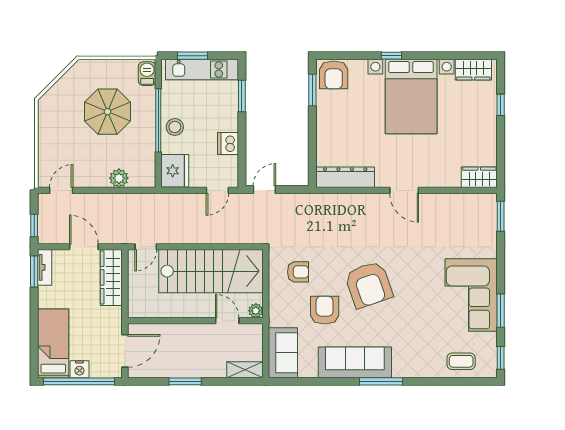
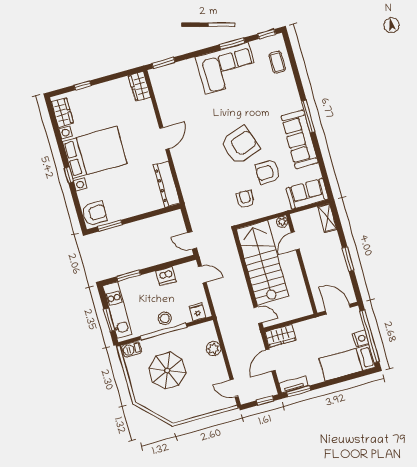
fridge: (175, 171) -> (197, 312), width x0.53, depth x0.75
wardrobe: (111, 277) -> (280, 336), width x0.67

